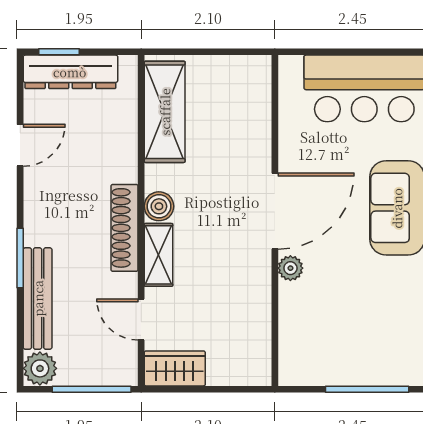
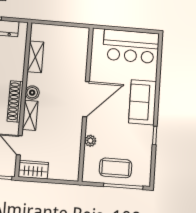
shelving: (165, 112) -> (35, 57), width x0.67, depth x0.75
plant: (290, 268) -> (90, 141), moved
coffee table: (348, 352) -> (116, 168), added

